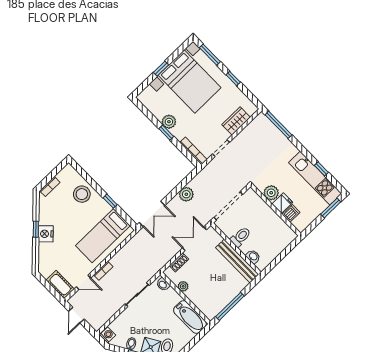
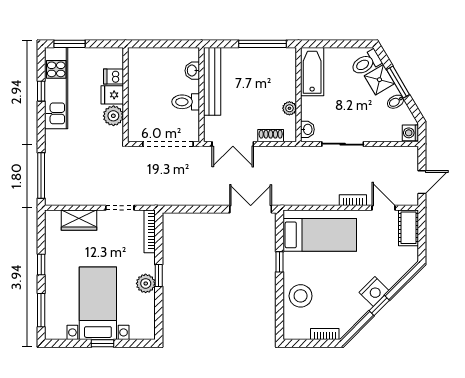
bed with nightstands: (190, 81) -> (98, 303), width x0.73
plant: (186, 194) -> (198, 196), removed

